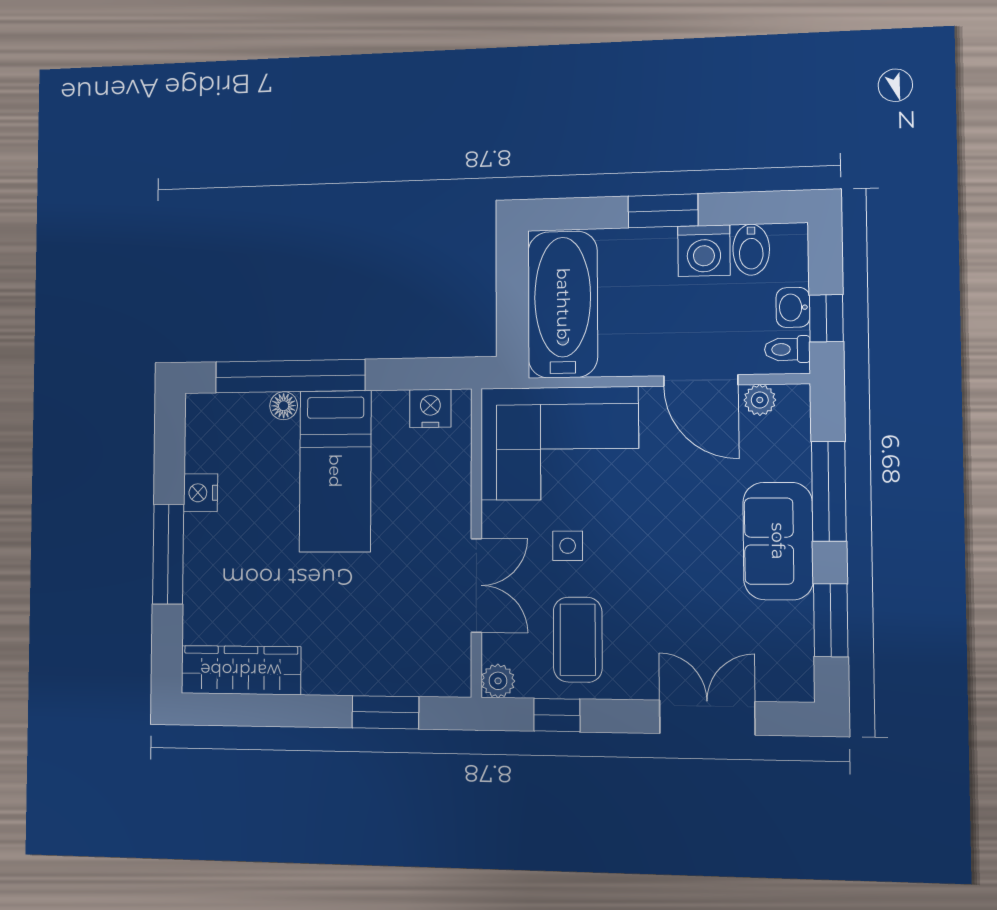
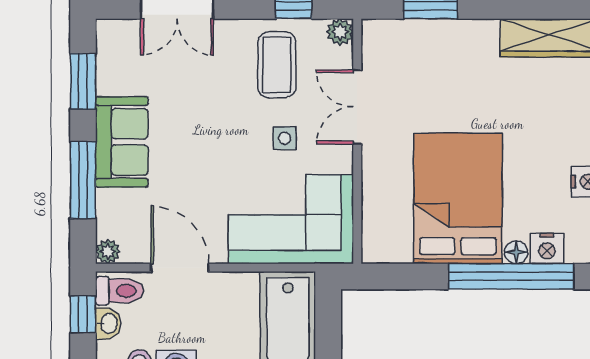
toilet: (787, 349) -> (120, 291), width x1.37, depth x1.39
plant: (760, 400) -> (108, 252), moved
nightstand: (430, 408) -> (547, 248), moved
bed: (335, 471) -> (458, 198), width x1.50

